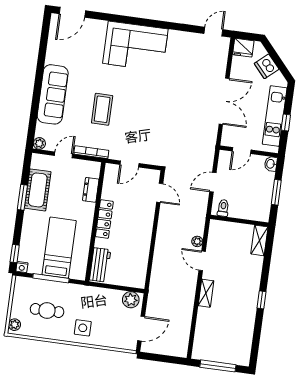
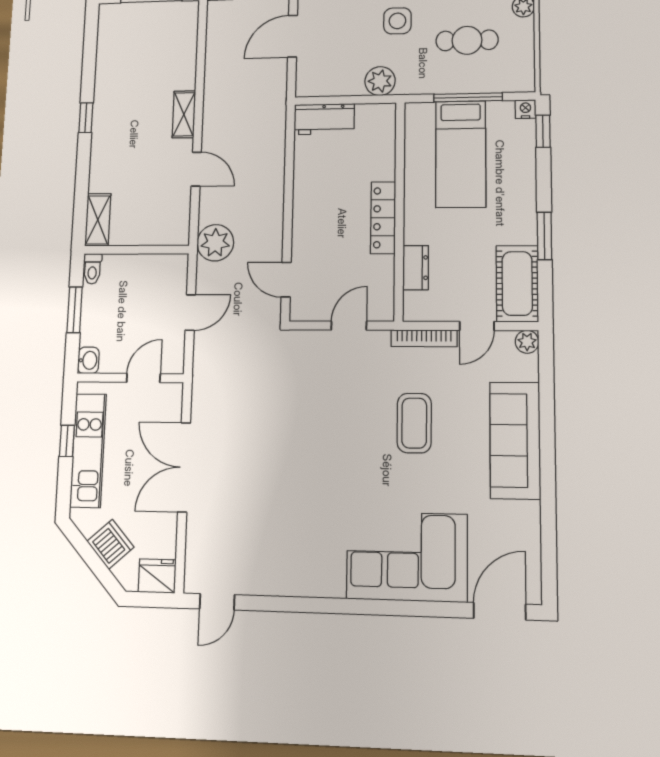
corner sofa: (135, 46) -> (407, 557), moved
cot: (38, 190) -> (517, 283), moved
toilet: (223, 208) -> (92, 269), moved
plant: (197, 241) -> (215, 243), moved, width x1.88, depth x1.88
workbench: (100, 265) -> (324, 119), moved, turned -90
plant: (131, 300) -> (380, 81), moved

